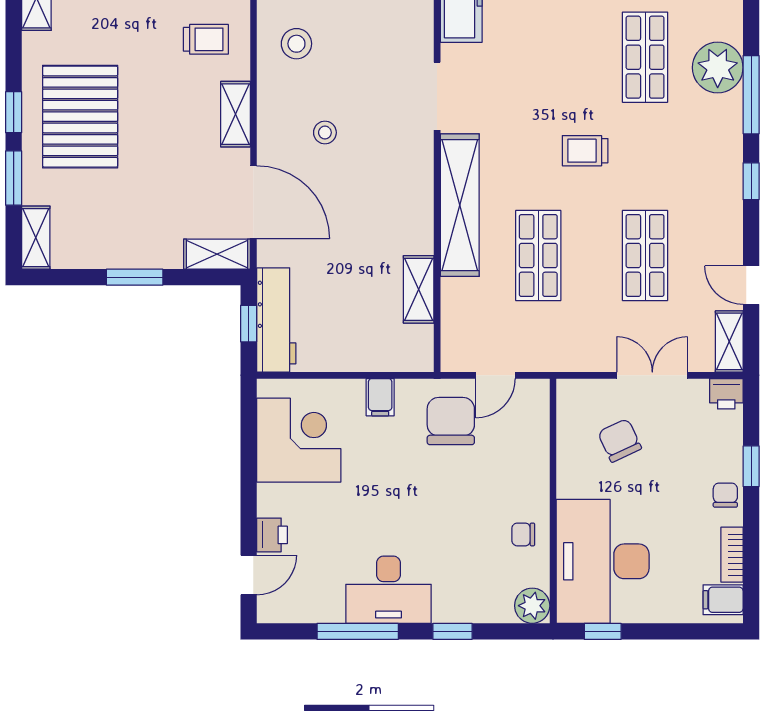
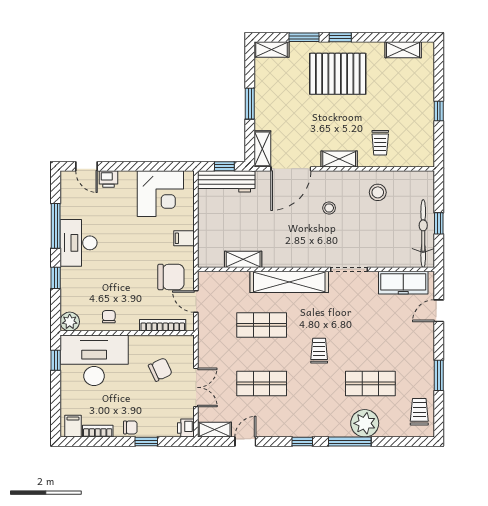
bookcase: (539, 436) -> (163, 325), added

